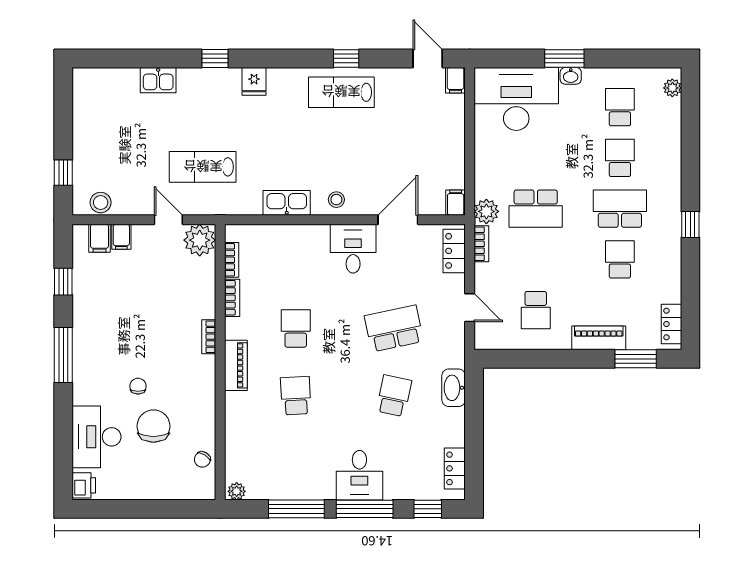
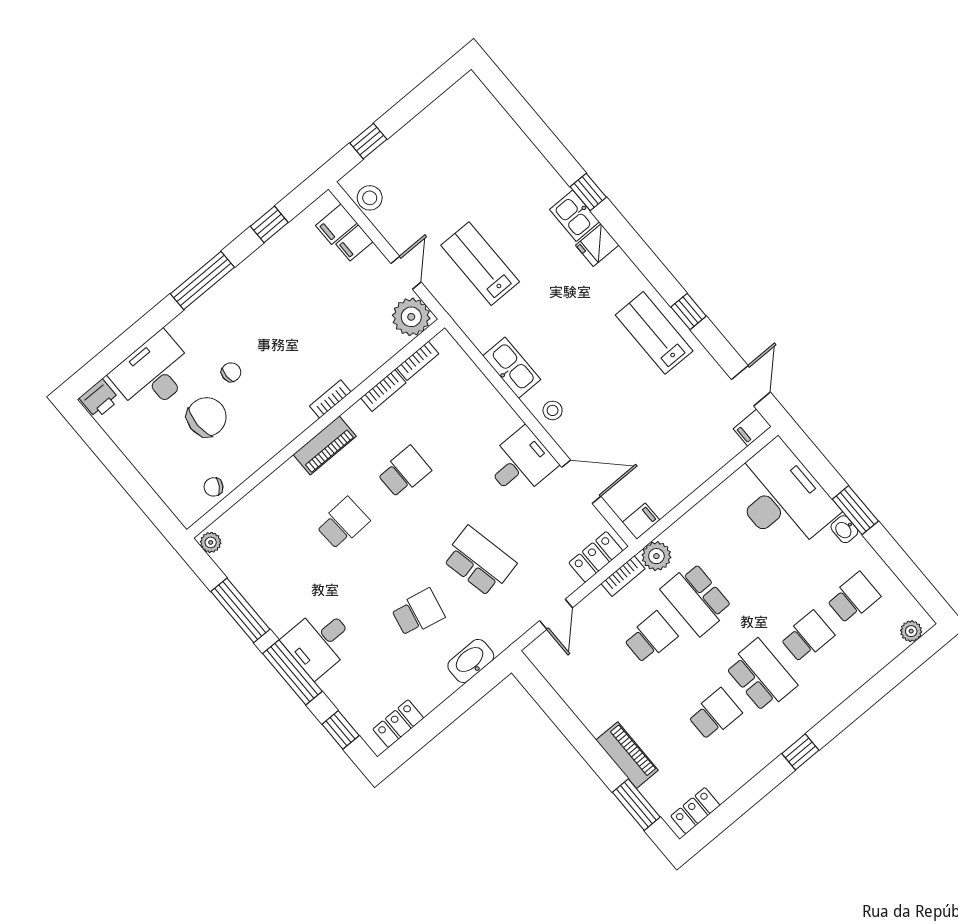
kitchen sink: (158, 80) -> (575, 216), moved
school desk: (536, 310) -> (650, 638), moved, turned 180

